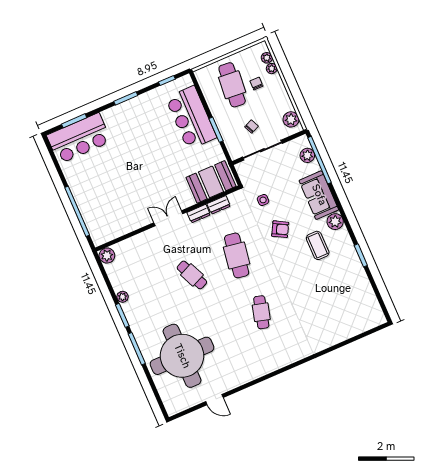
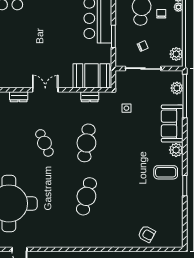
dresser: (199, 214) -> (19, 97), moved
armchair: (280, 229) -> (147, 234), moved
coffee table: (318, 245) -> (166, 172), moved, turned 90
cafe table: (261, 312) -> (86, 196), width x1.37, depth x1.35

